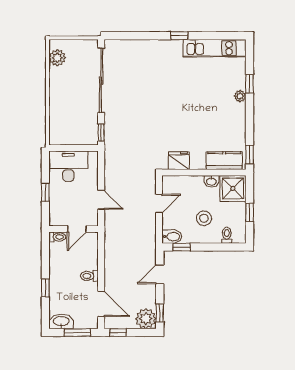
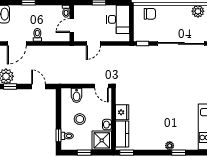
chair: (61, 123) -> (150, 14), added
fridge: (179, 161) -> (122, 112), moved
door: (159, 203) -> (102, 86), moved
door: (77, 229) -> (72, 26), hinge flipped
bidet: (172, 237) -> (77, 95), moved
window: (182, 247) -> (59, 135), moved

